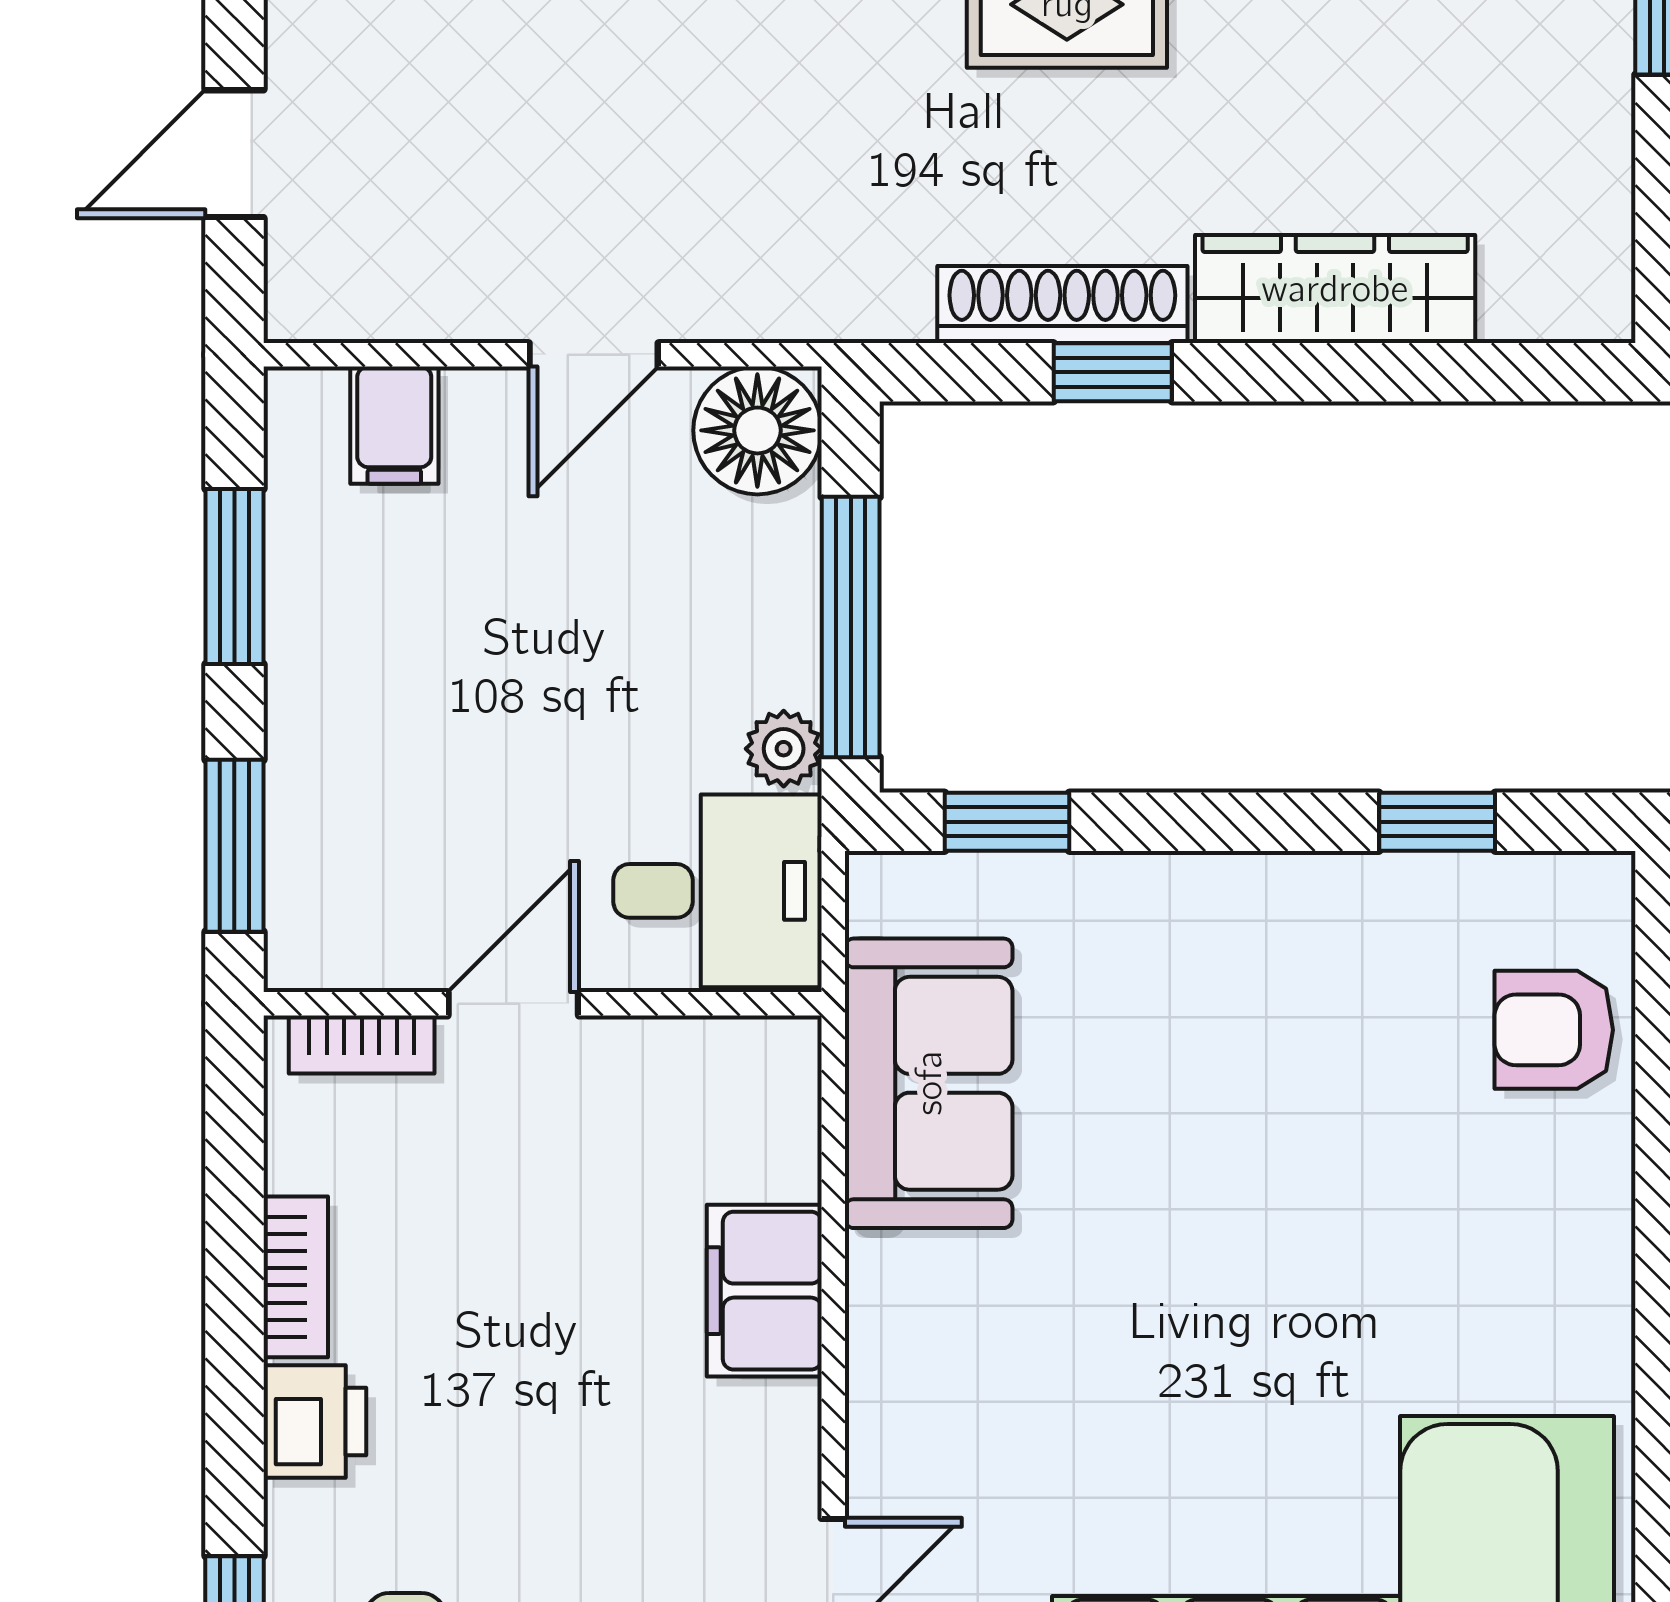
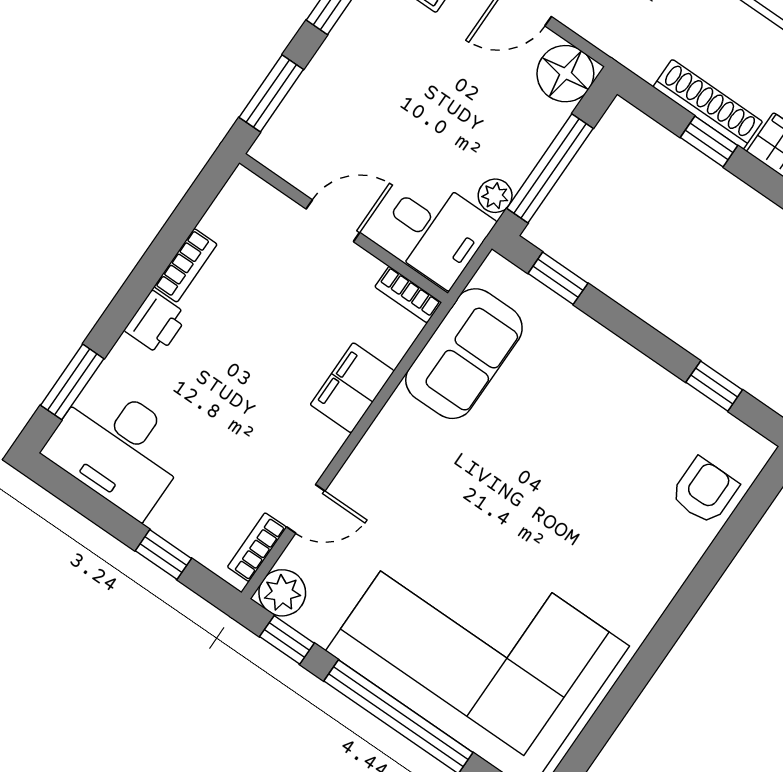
armchair: (1554, 1030) -> (704, 491), turned 90
bookcase: (362, 1045) -> (408, 295), moved

